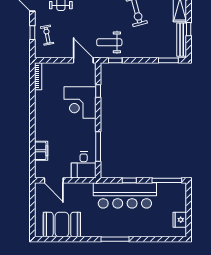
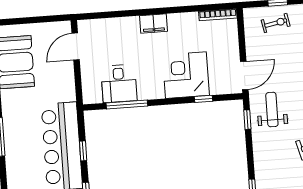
filing cabinet: (41, 151) -> (154, 23), moved
desk: (84, 165) -> (119, 84), moved, turned -90

